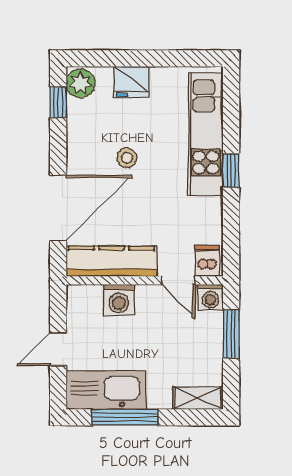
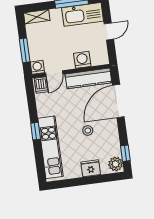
door: (178, 280) -> (54, 73), swing flipped

